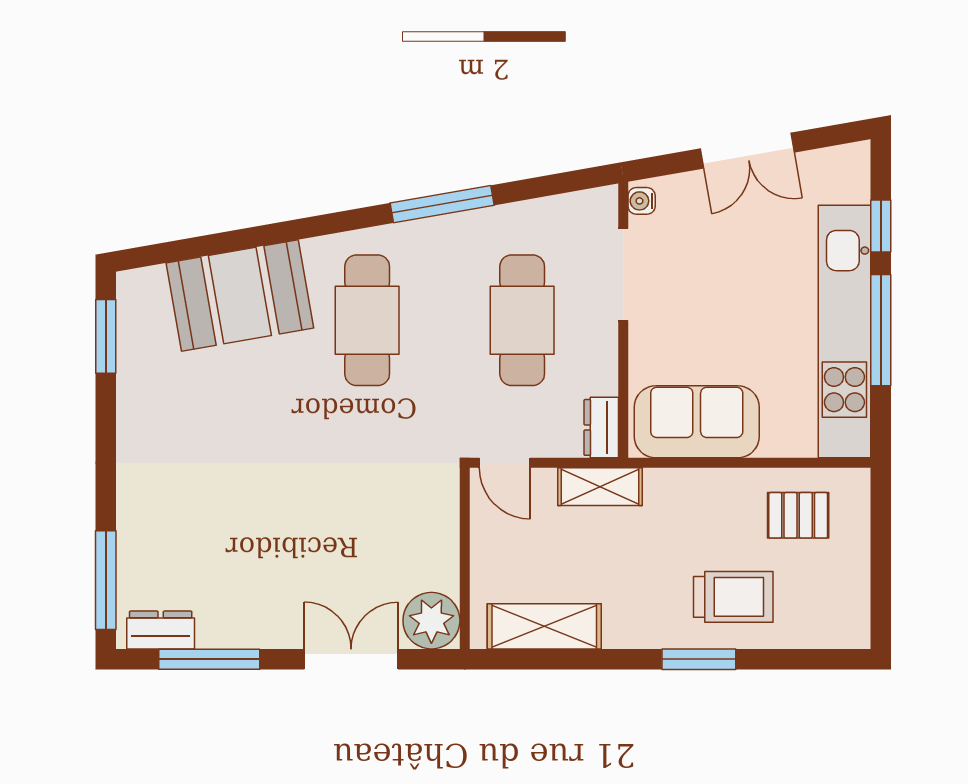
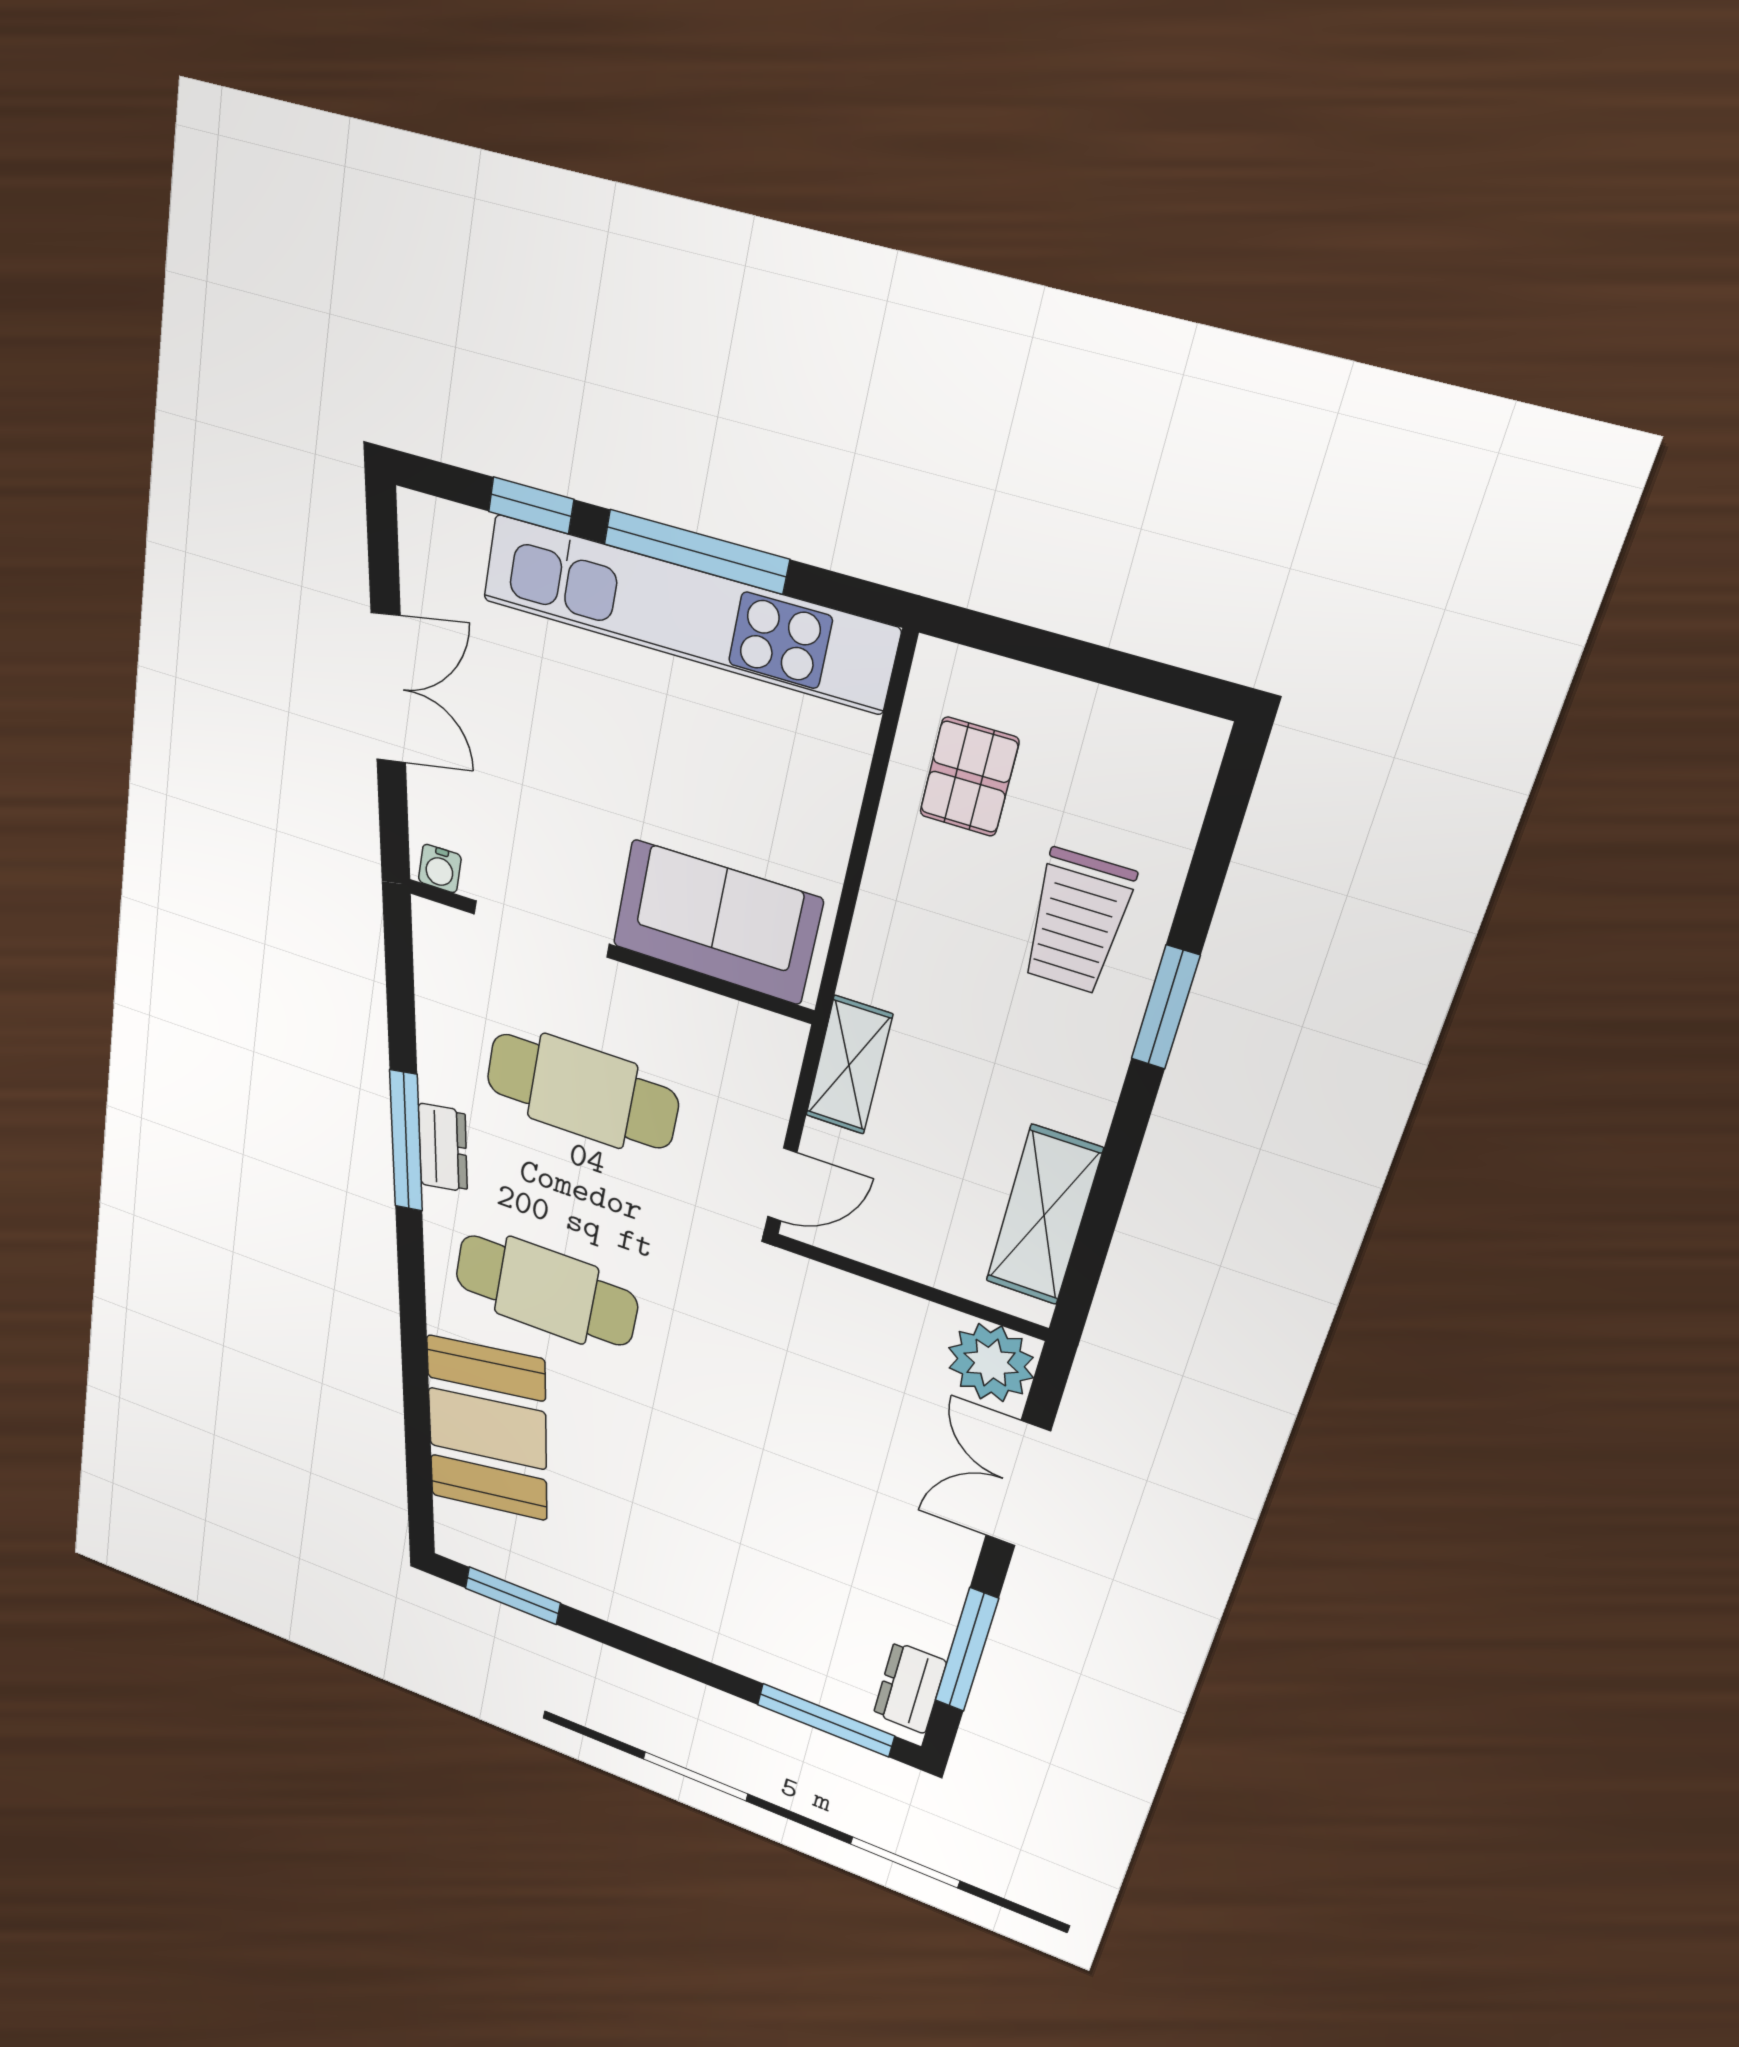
sofa: (697, 422) -> (717, 922), moved, turned 90
dresser: (601, 427) -> (443, 1148), moved, turned -100
trolley: (733, 597) -> (1077, 922), turned 180

